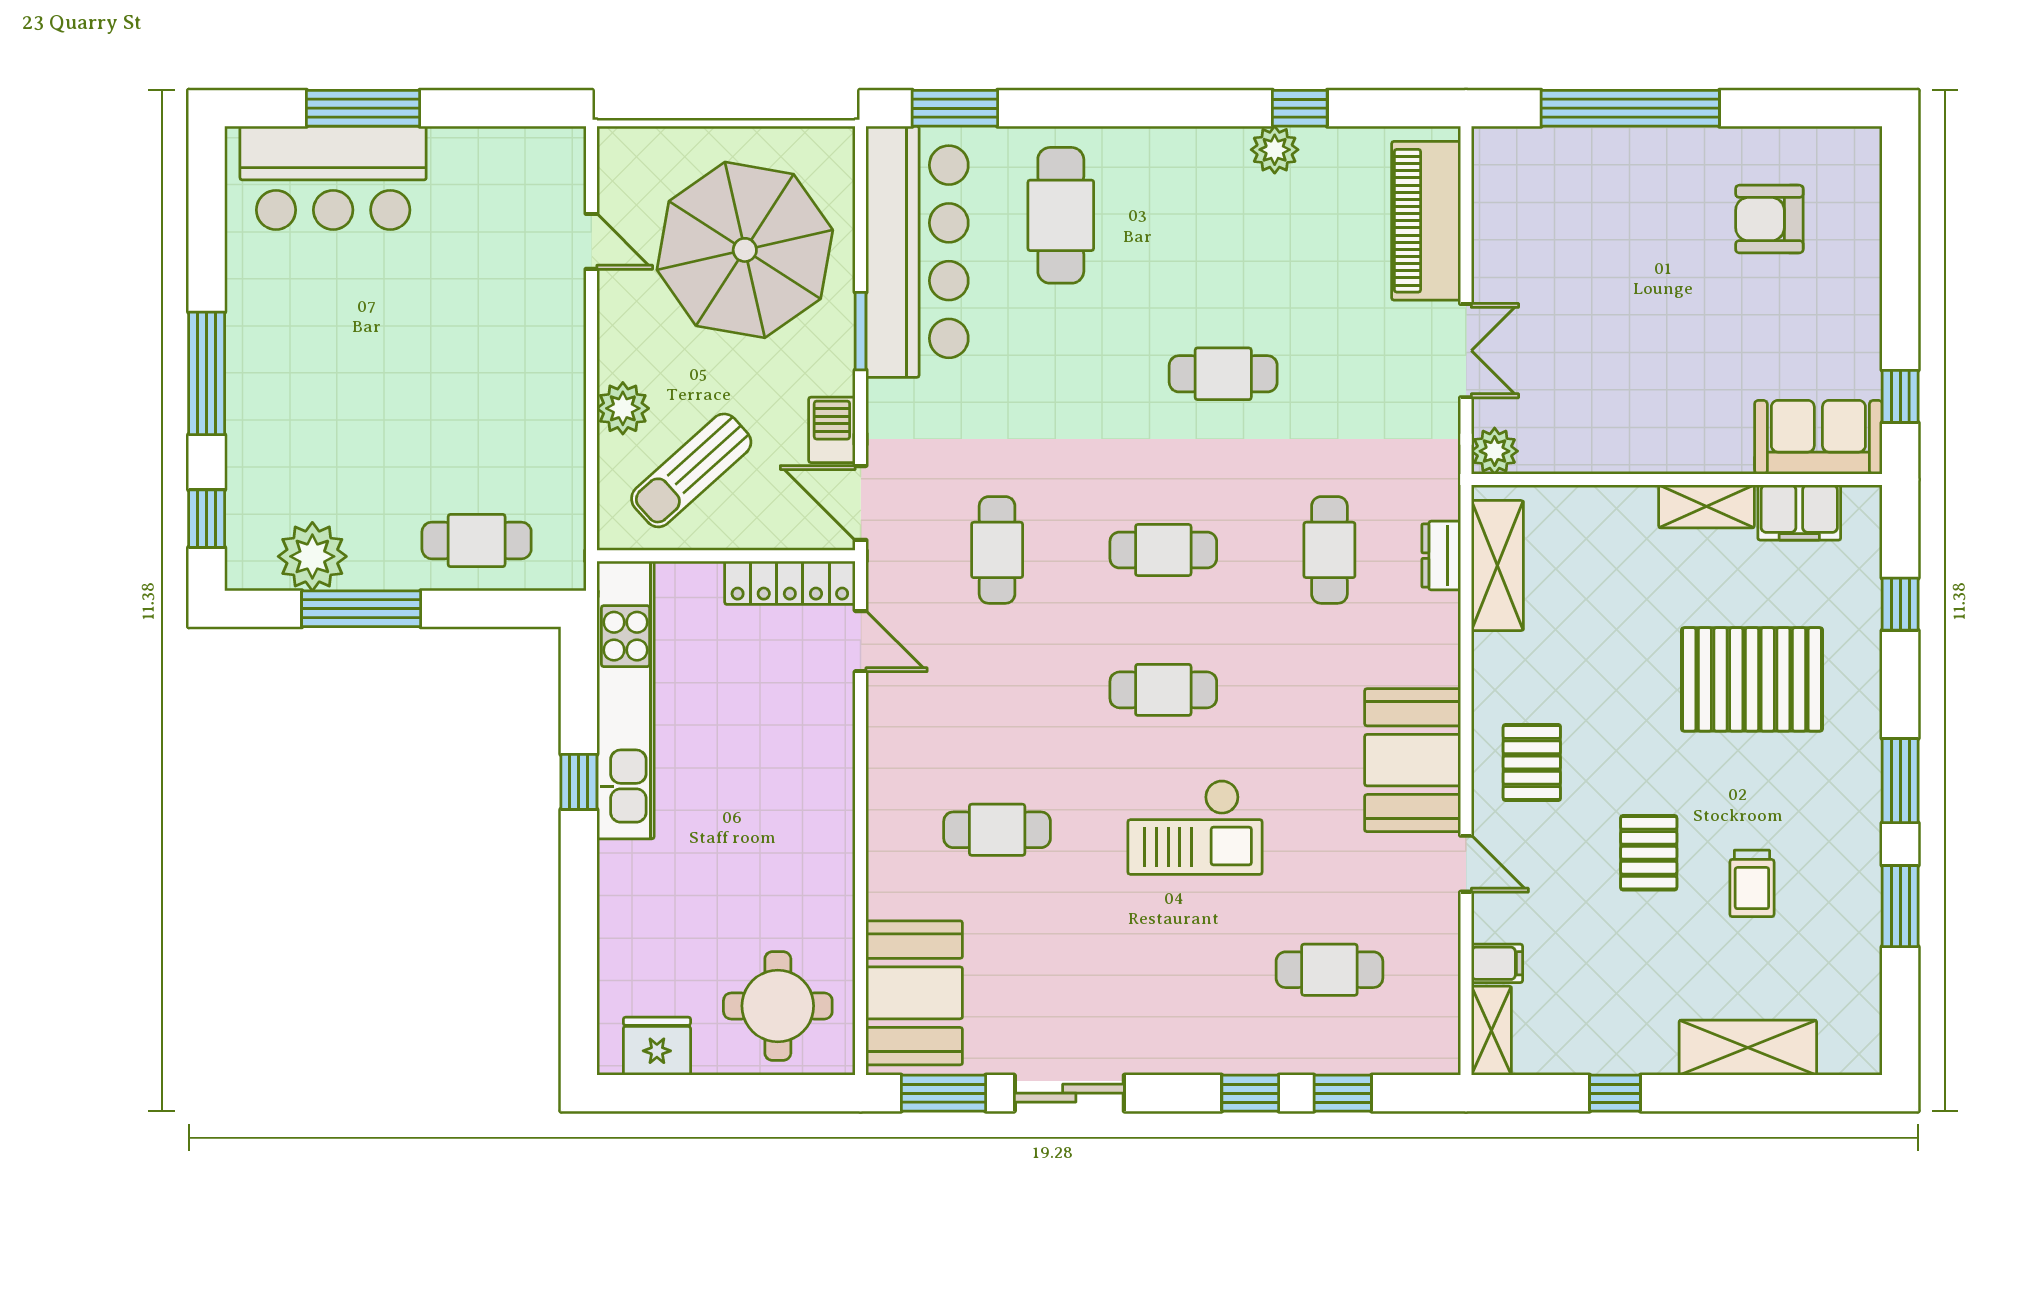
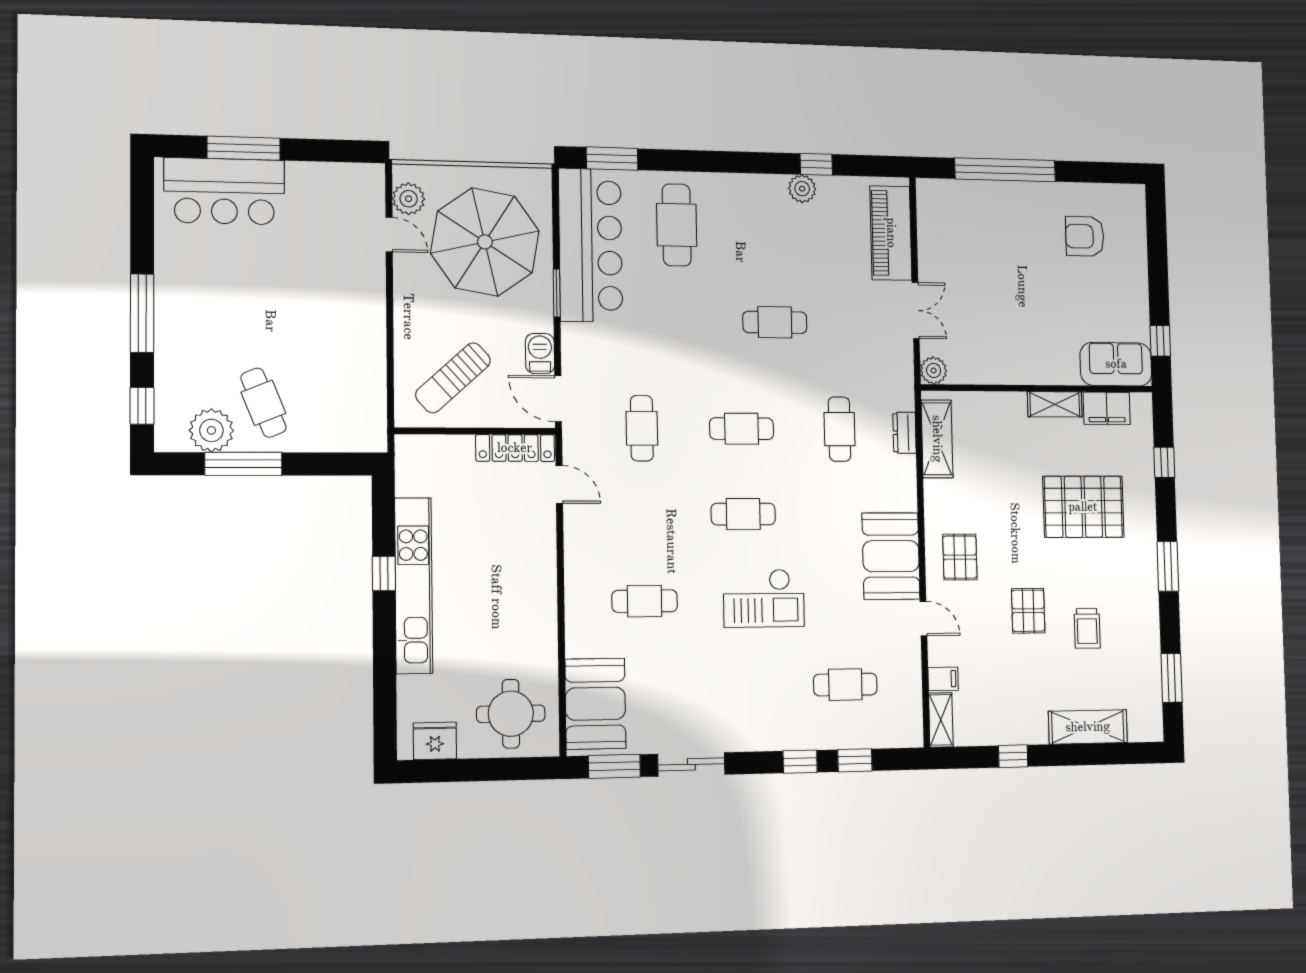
plant: (623, 408) -> (409, 199), moved
cafe table: (477, 540) -> (263, 403), moved, turned 68
kitchen unit: (626, 700) -> (414, 586), moved
window: (1900, 906) -> (1172, 678), moved

